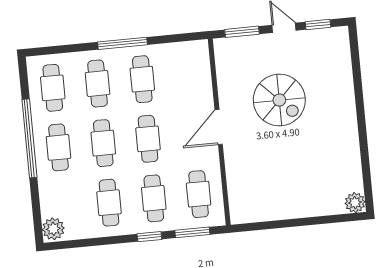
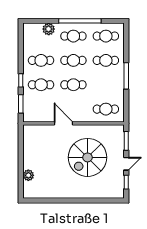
cafe table: (142, 79) -> (106, 109), moved
spiral stairs: (279, 100) -> (87, 157), width x1.37, depth x1.37
door: (219, 127) -> (64, 123), moved
cafe table: (199, 194) -> (41, 109), removed
plant: (355, 203) -> (28, 175), moved
plant: (53, 229) -> (49, 29), moved

